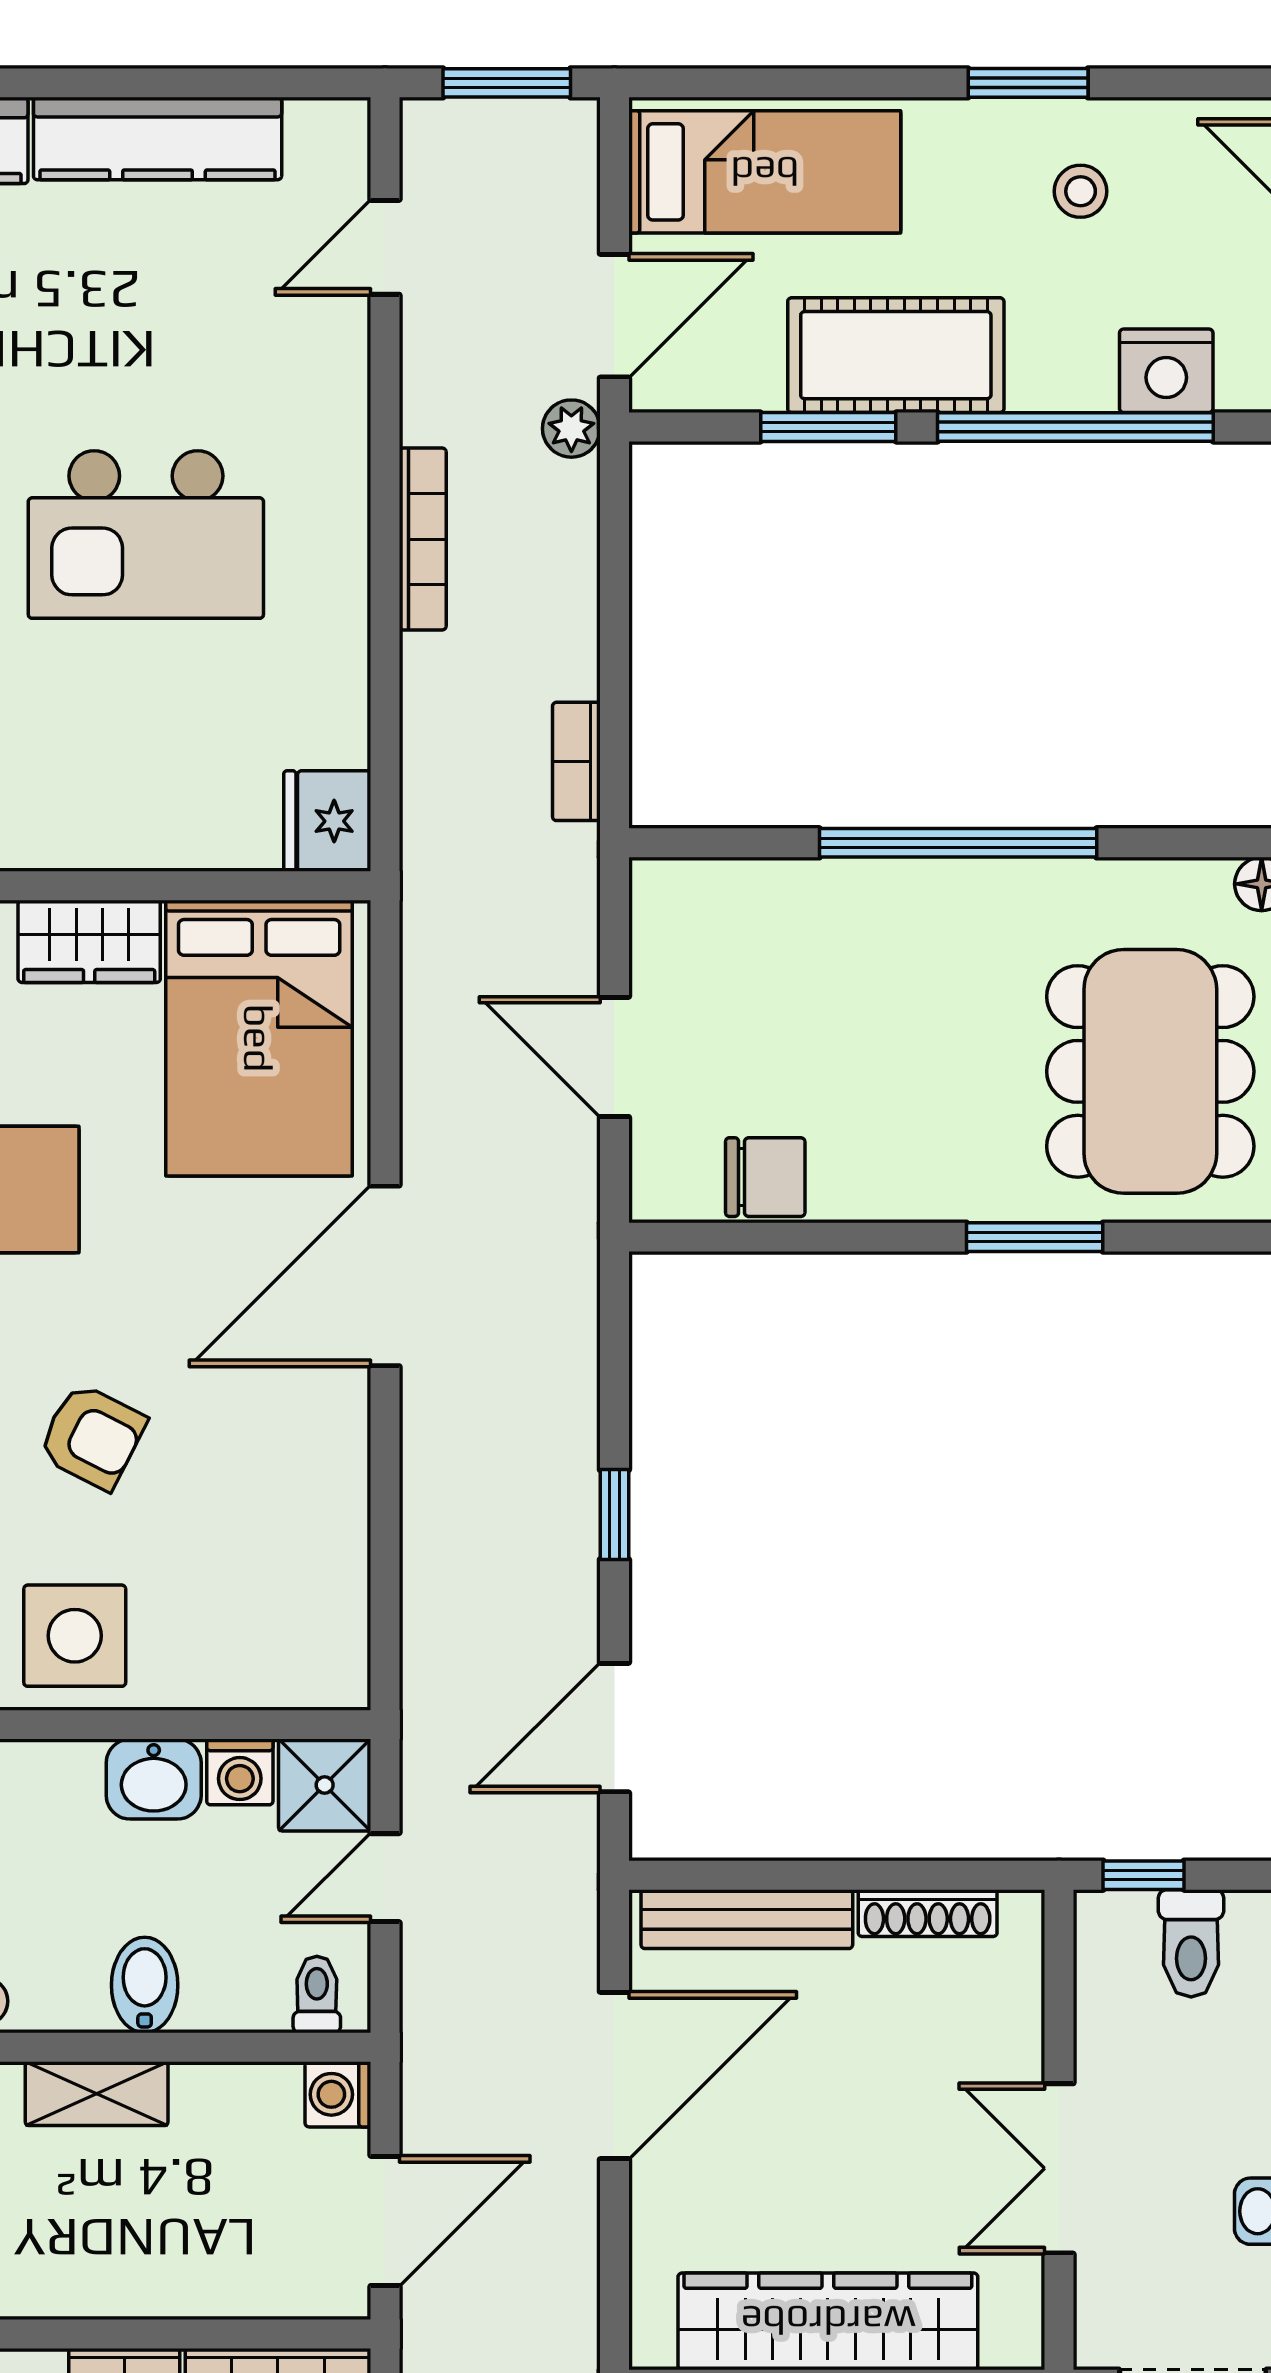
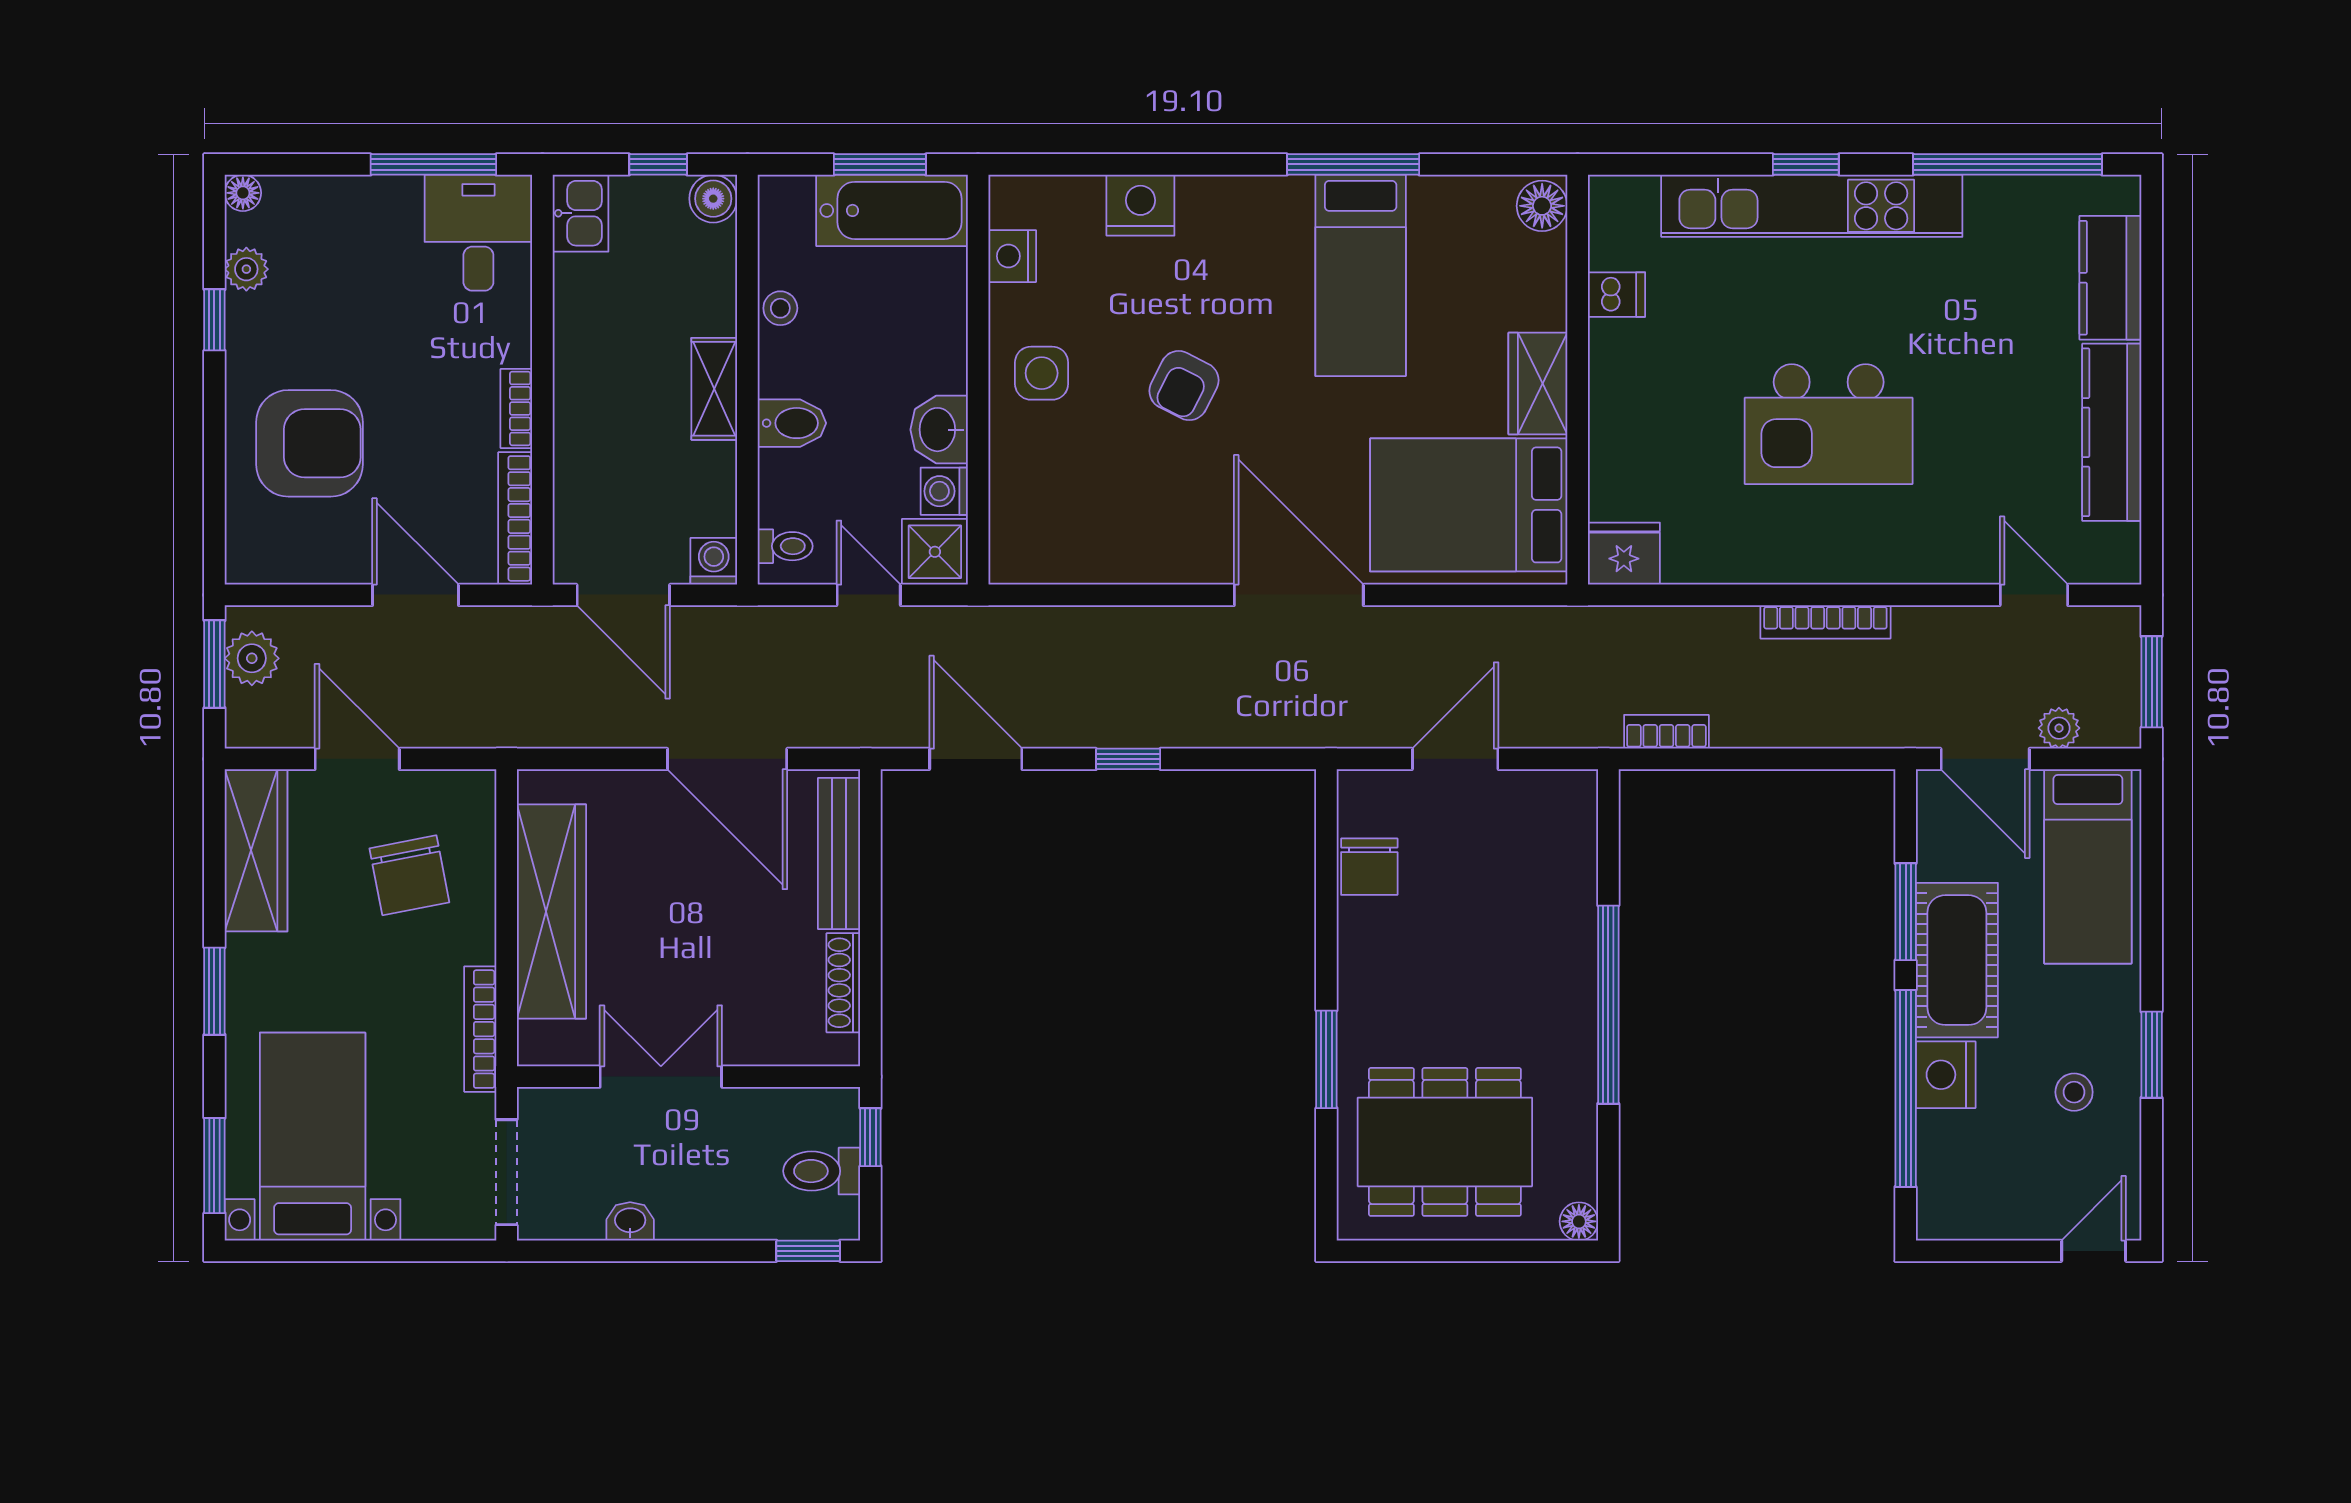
nightstand: (1166, 371) -> (1946, 1075), moved
plant: (571, 429) -> (2059, 728), moved
kitchen island: (146, 535) -> (1829, 424), turned -90
side table: (75, 1636) -> (1042, 373), width x0.73, depth x0.73

